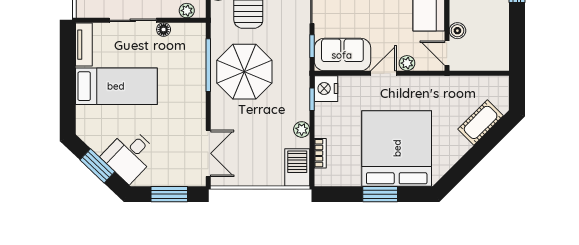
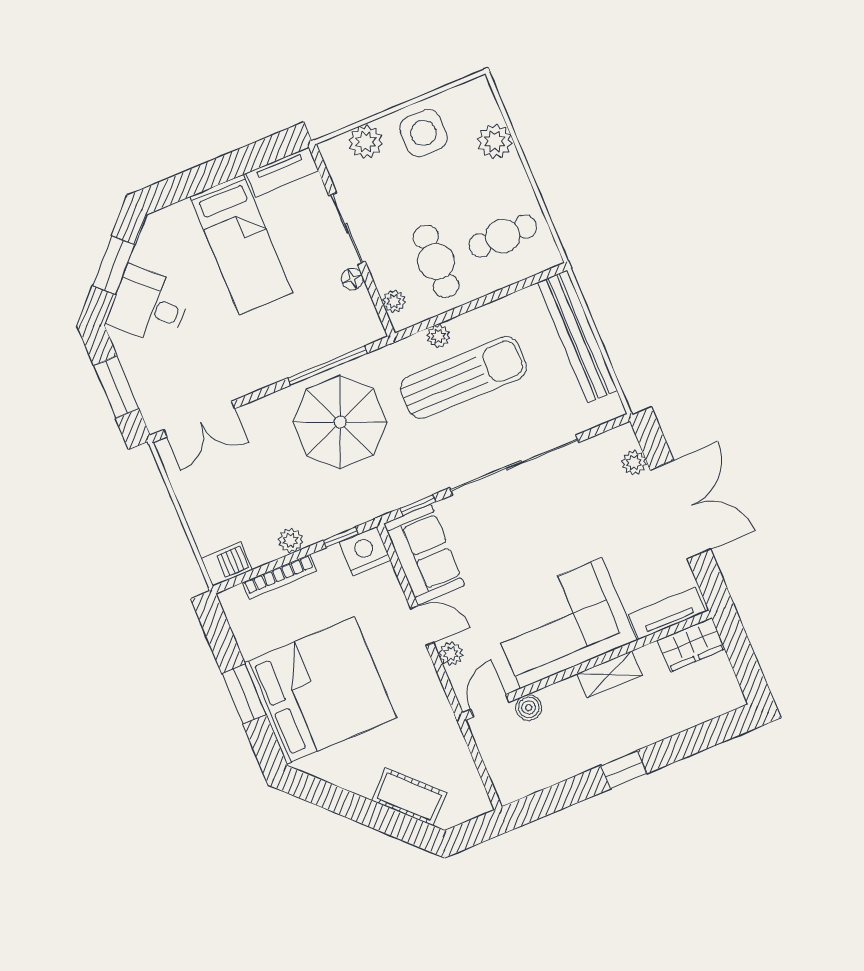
bookcase: (320, 153) -> (279, 577), width x1.56
barbecue: (297, 167) -> (227, 564), width x0.73, depth x0.79

